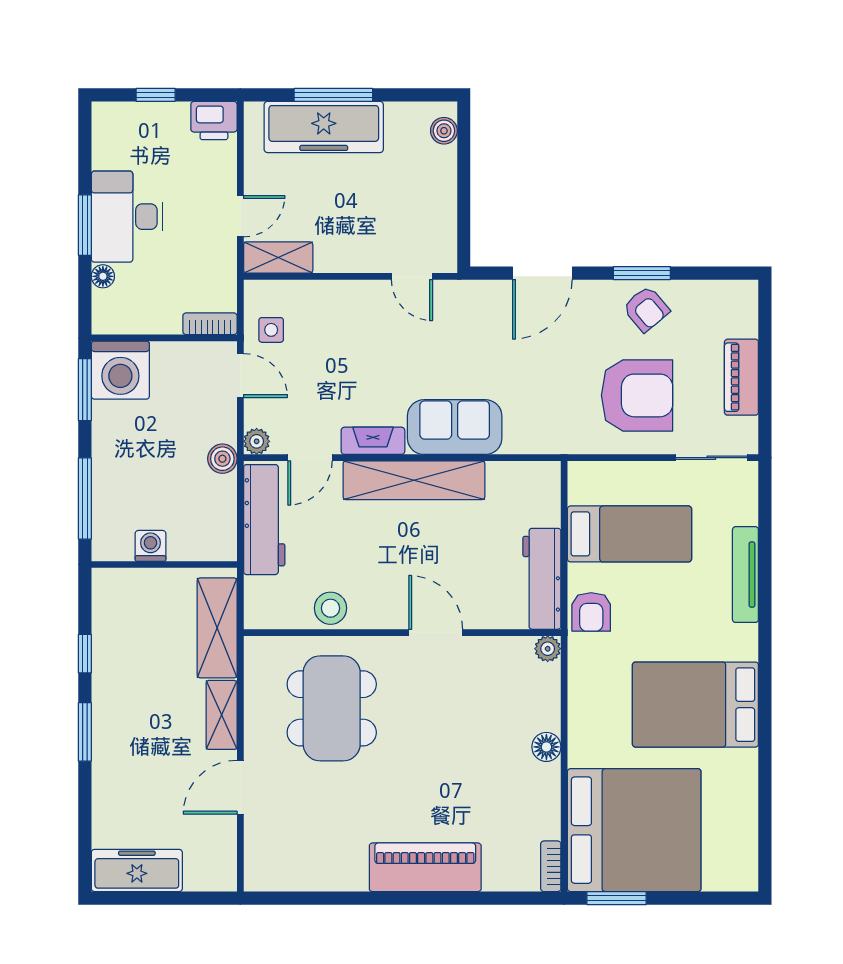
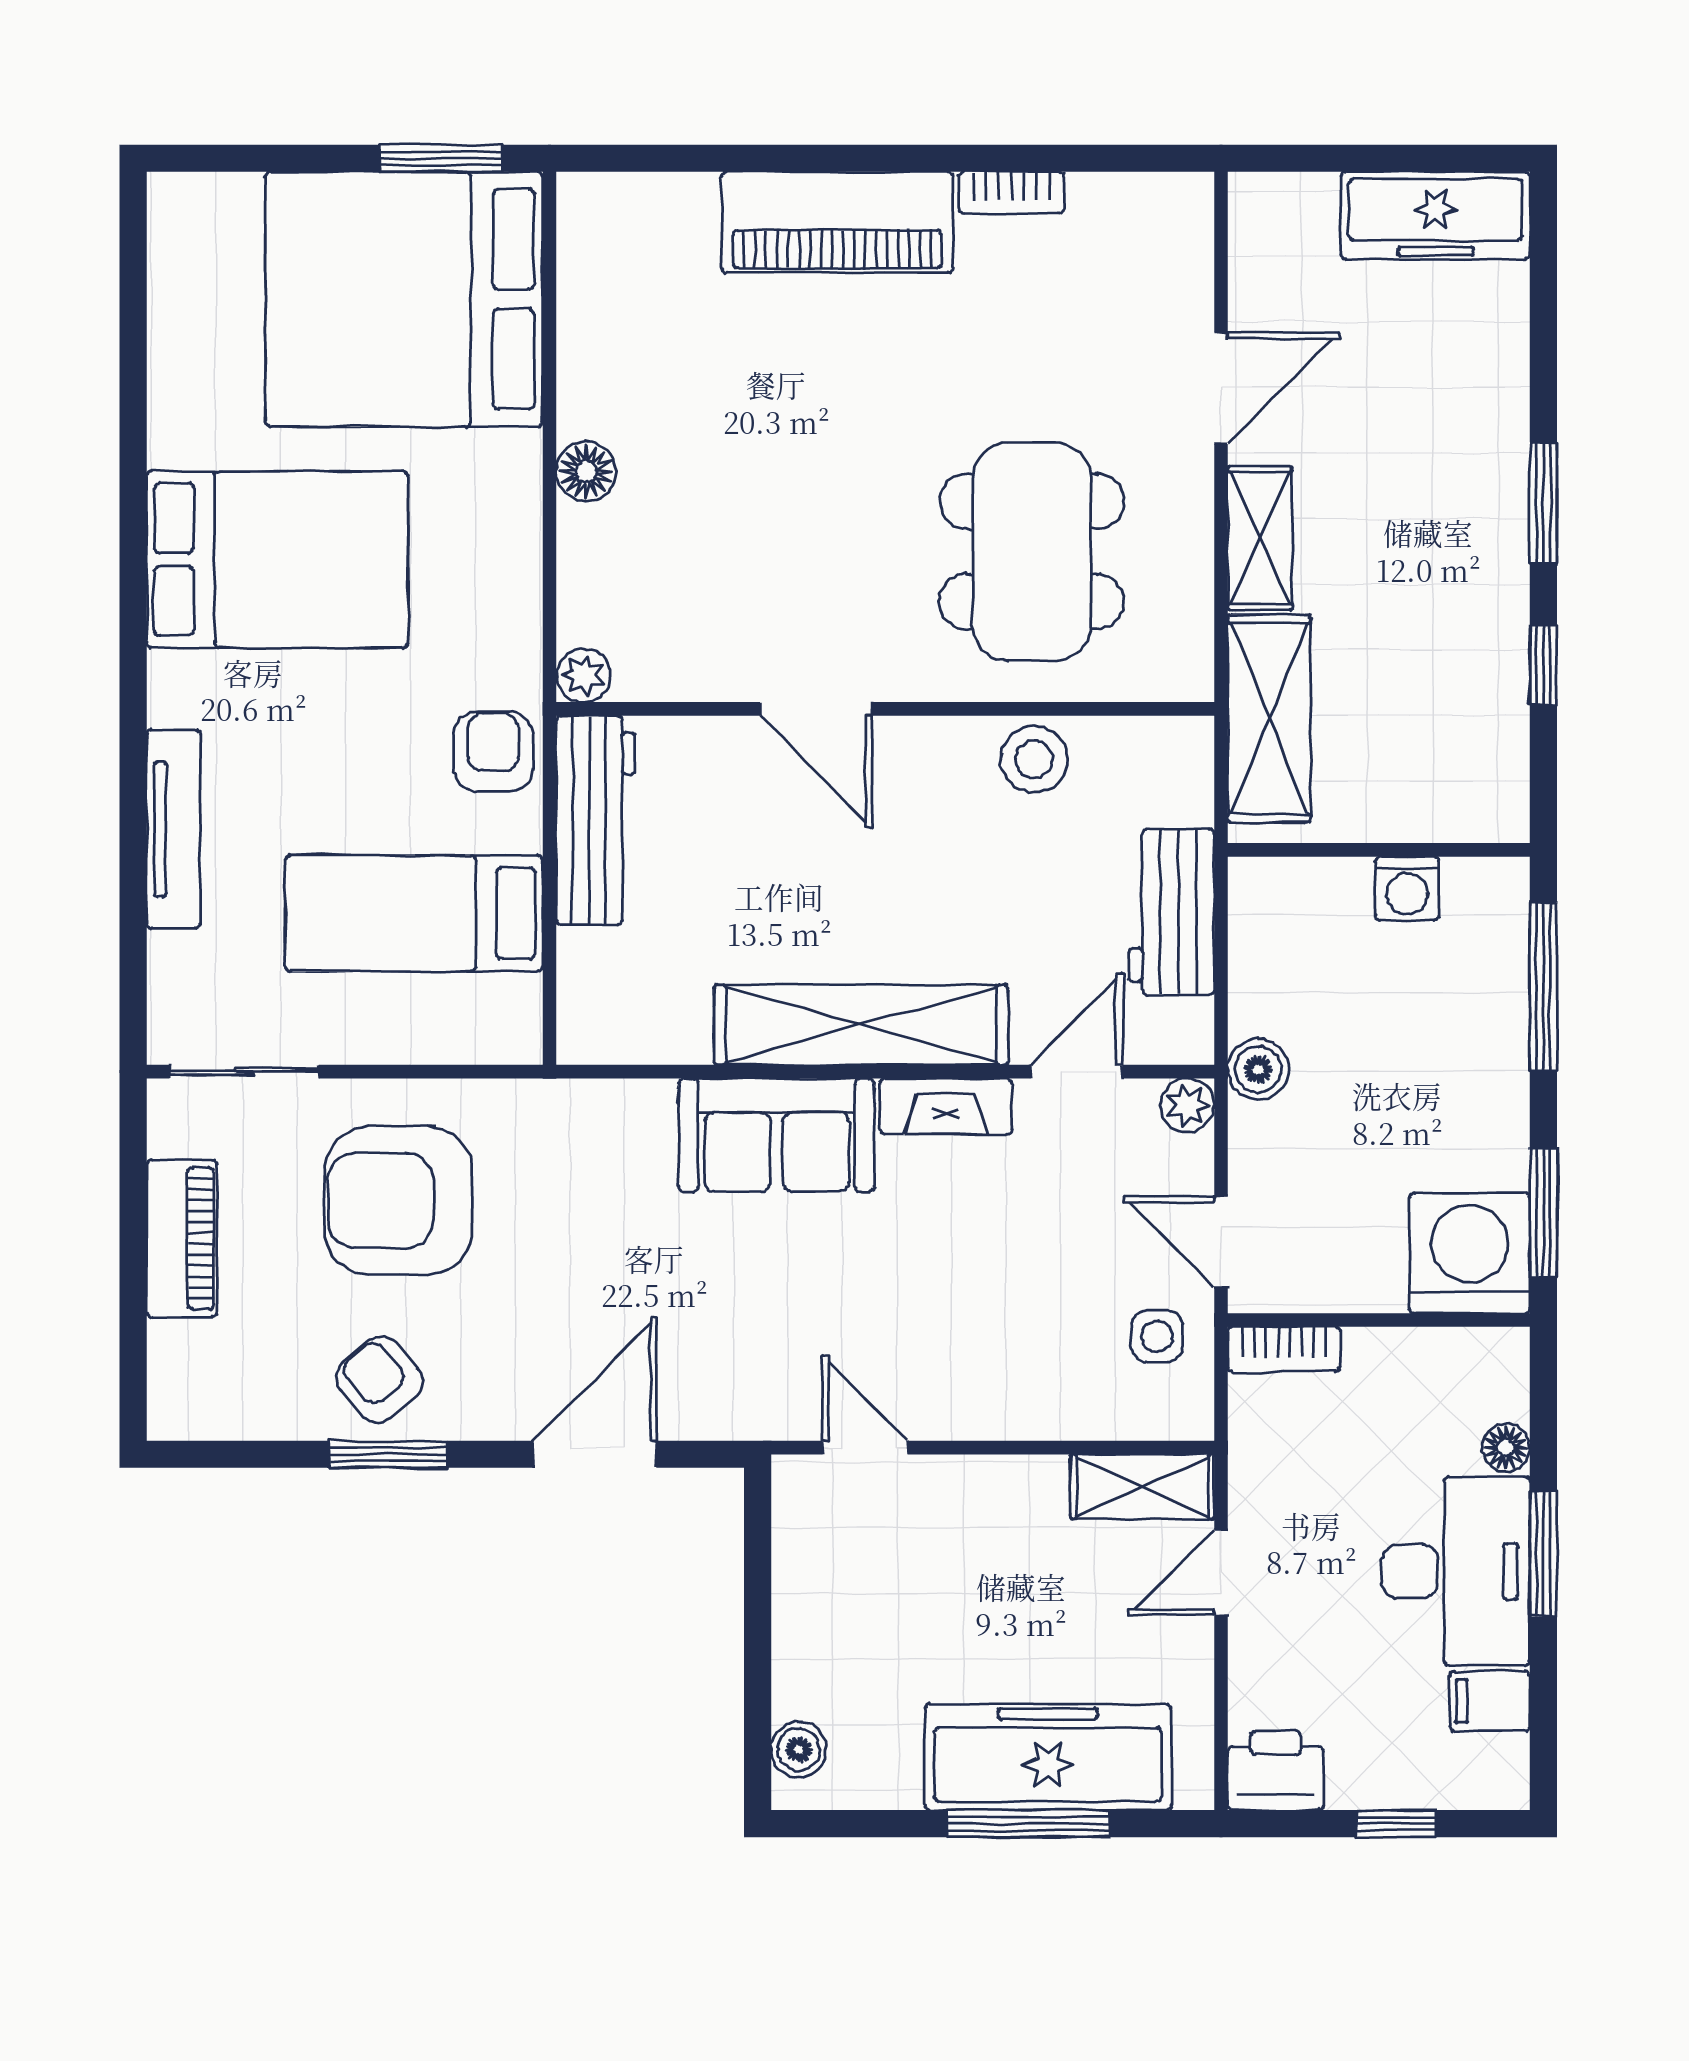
filing cabinet: (111, 154) -> (1490, 1701), added
workbench: (264, 520) -> (1171, 912), width x0.73
bookcase: (551, 866) -> (1011, 193), moved, turned 90

